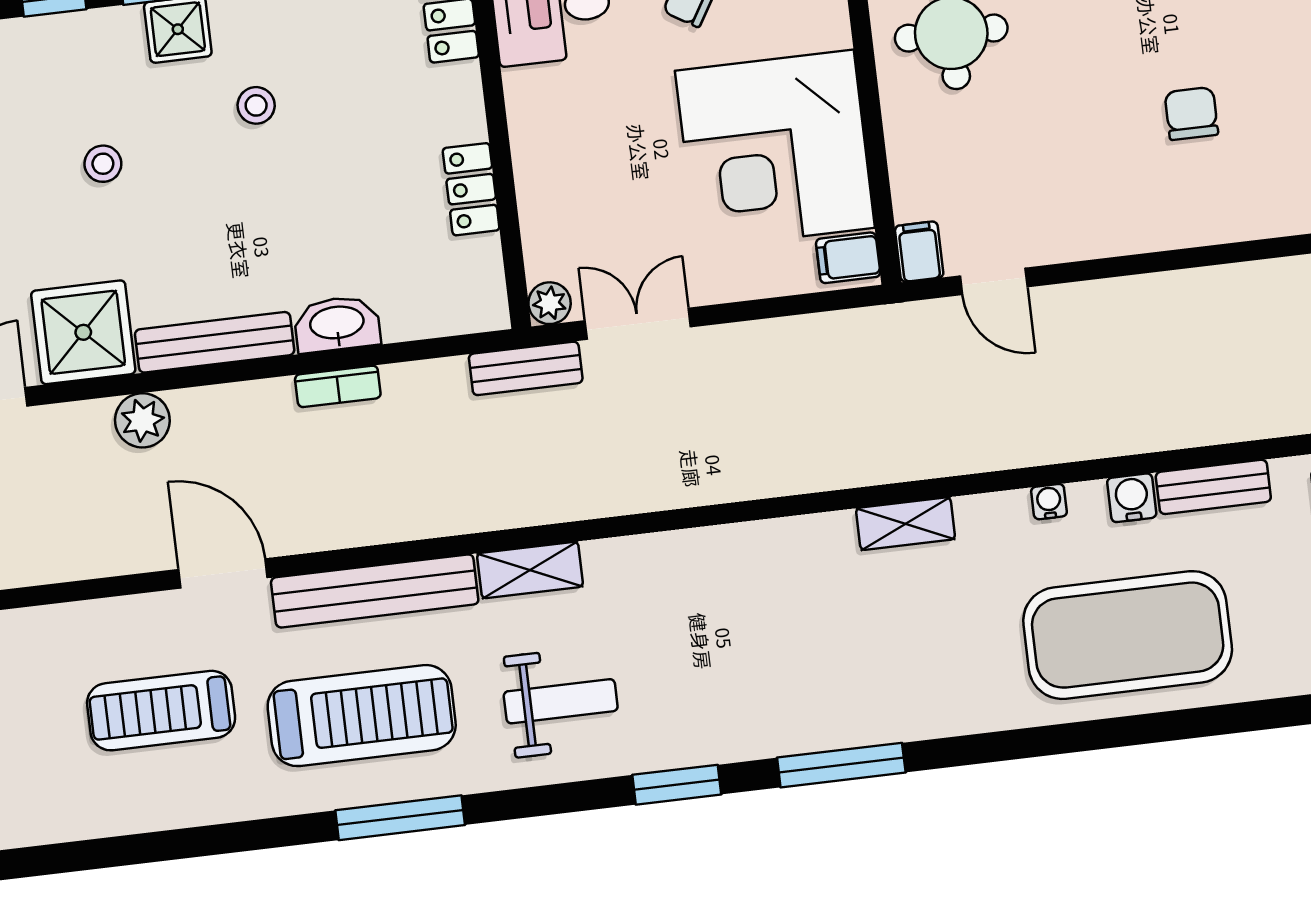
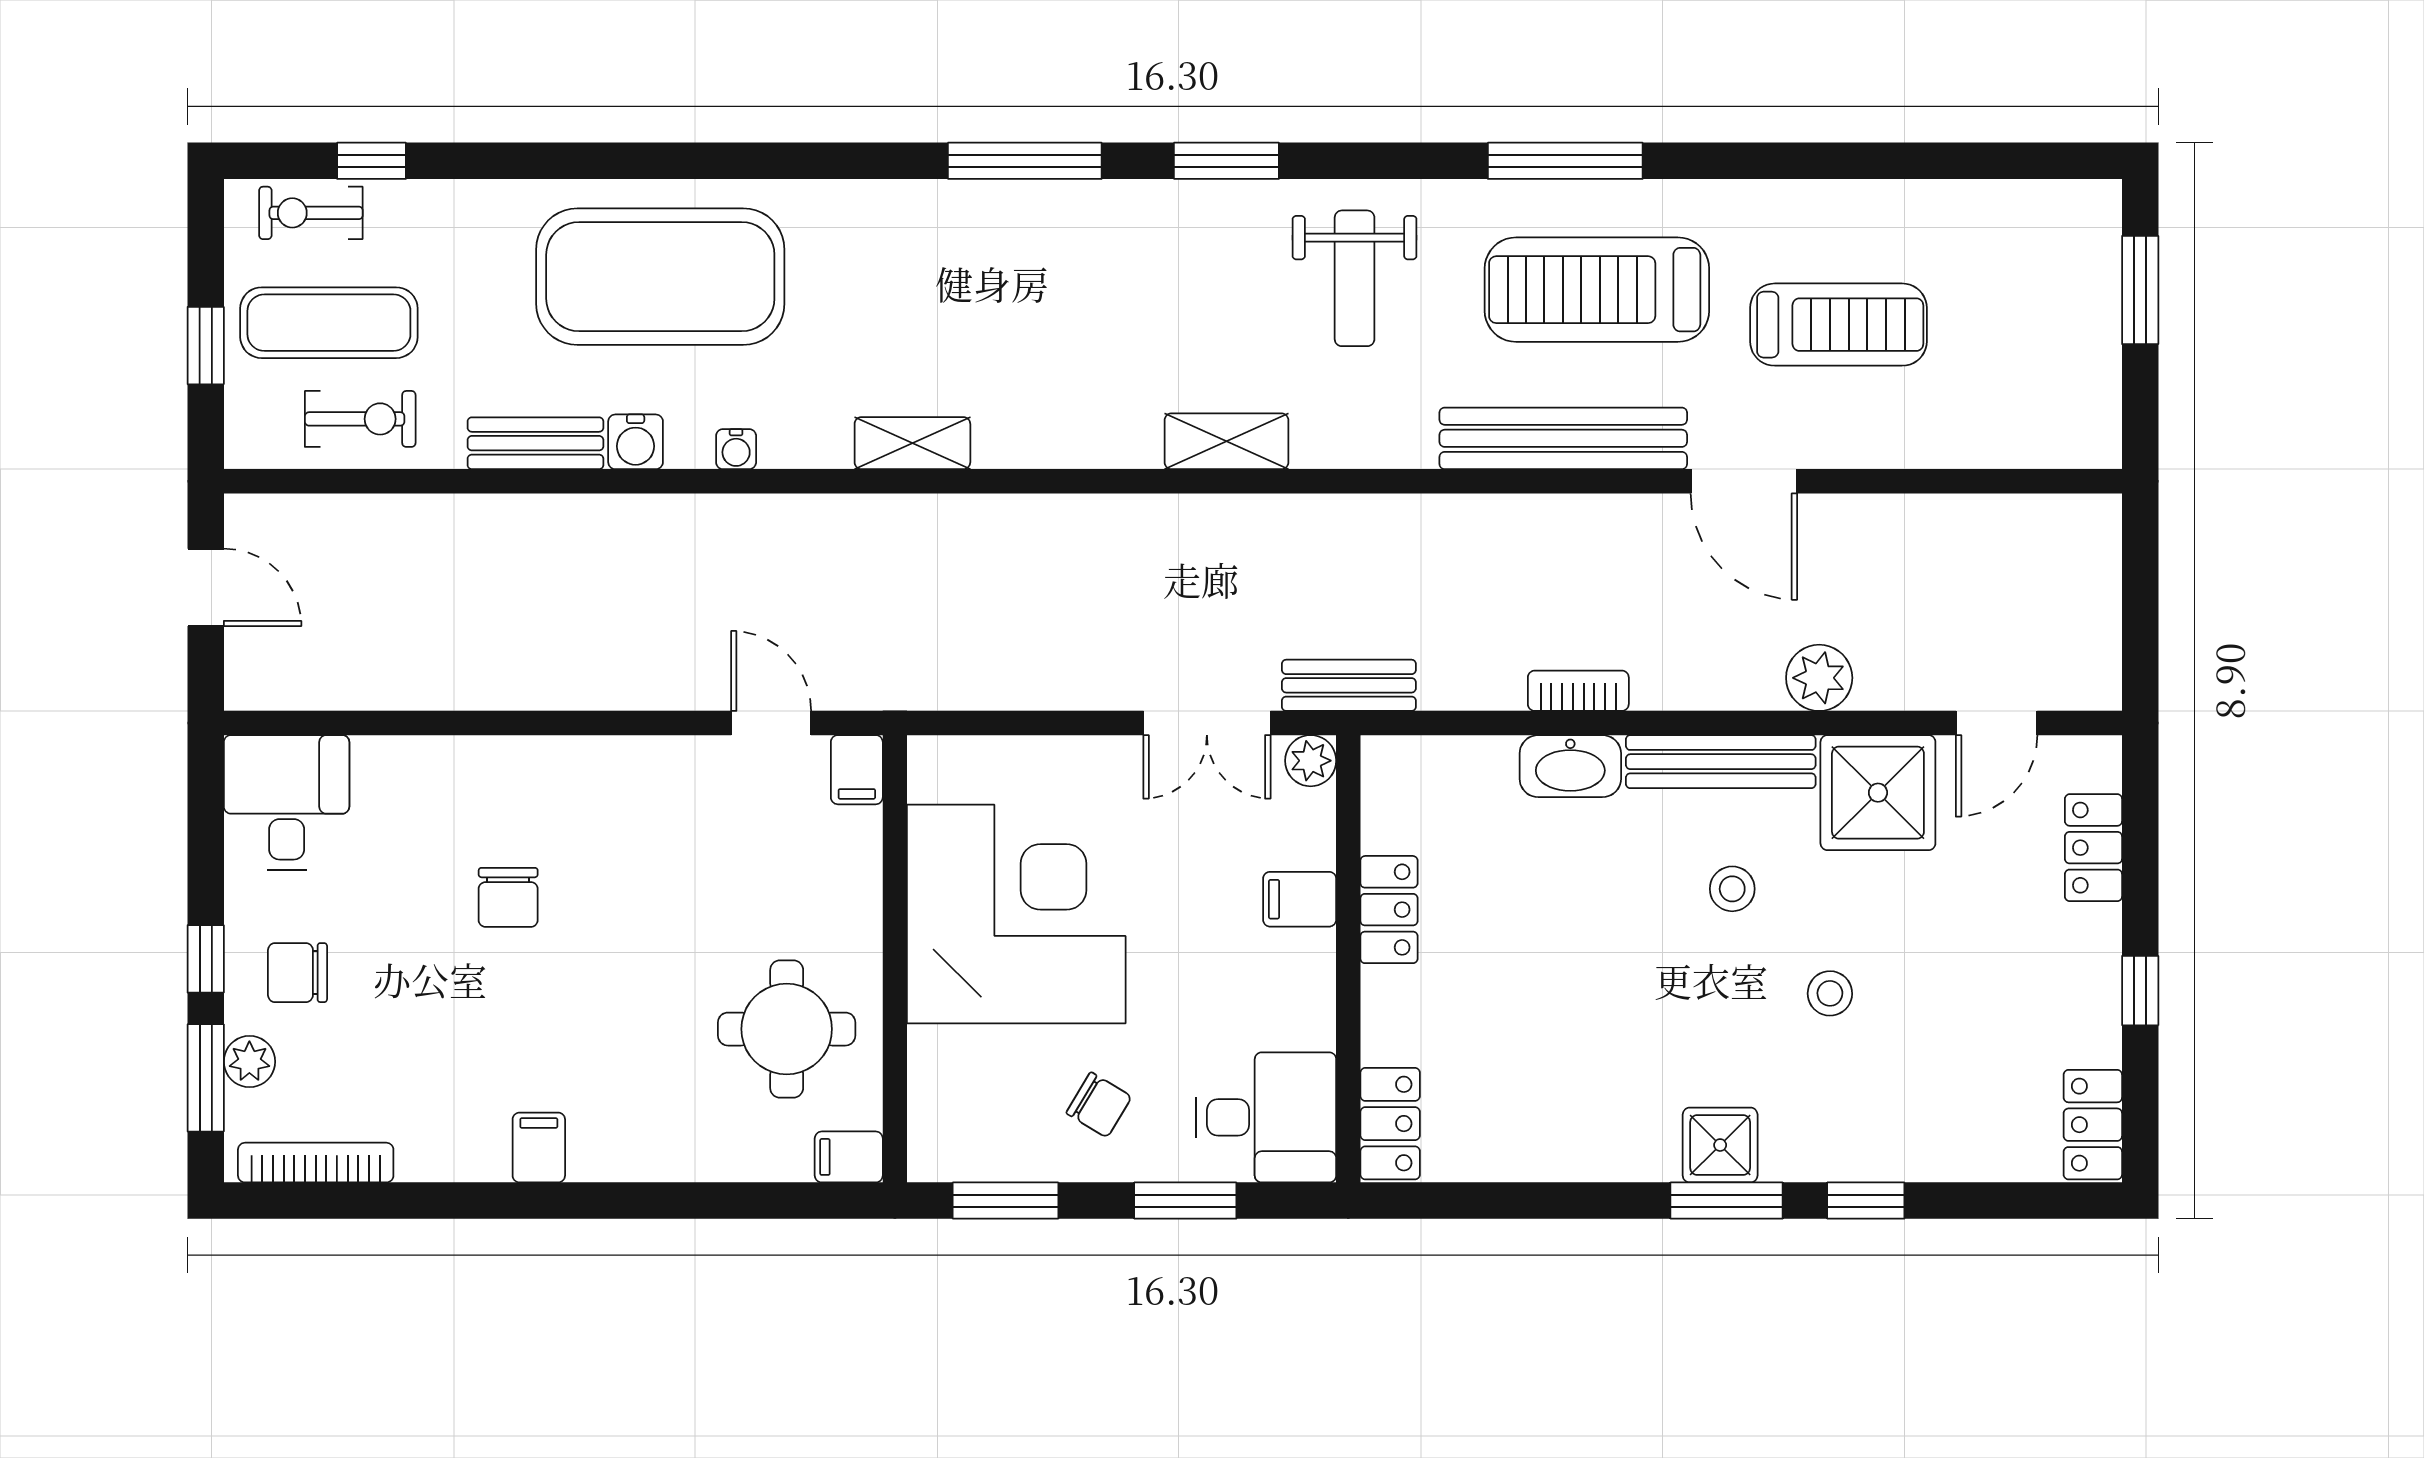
stool: (256, 105) -> (1732, 889), moved
filing cabinet: (848, 258) -> (1300, 899), moved, turned 180
shelving: (530, 570) -> (1226, 441), moved
weight bench: (561, 701) -> (1355, 278), turned -90

